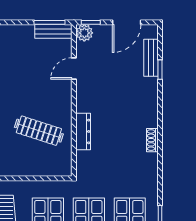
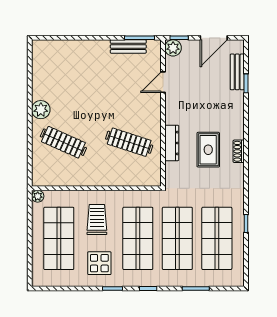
bench: (53, 31) -> (128, 46), moved
rug: (121, 138) -> (208, 150), added

